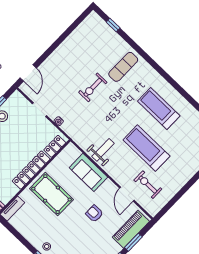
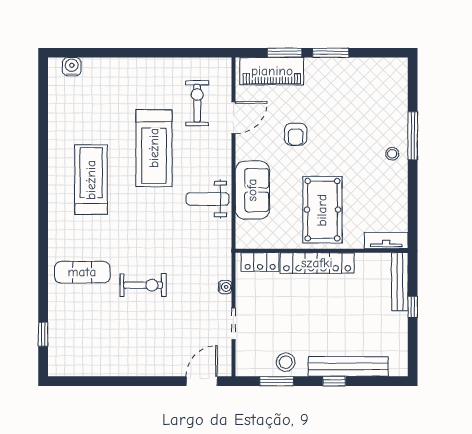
treadmill: (159, 108) -> (91, 180), turned 180
exercise bike: (148, 185) -> (197, 103), turned 180

